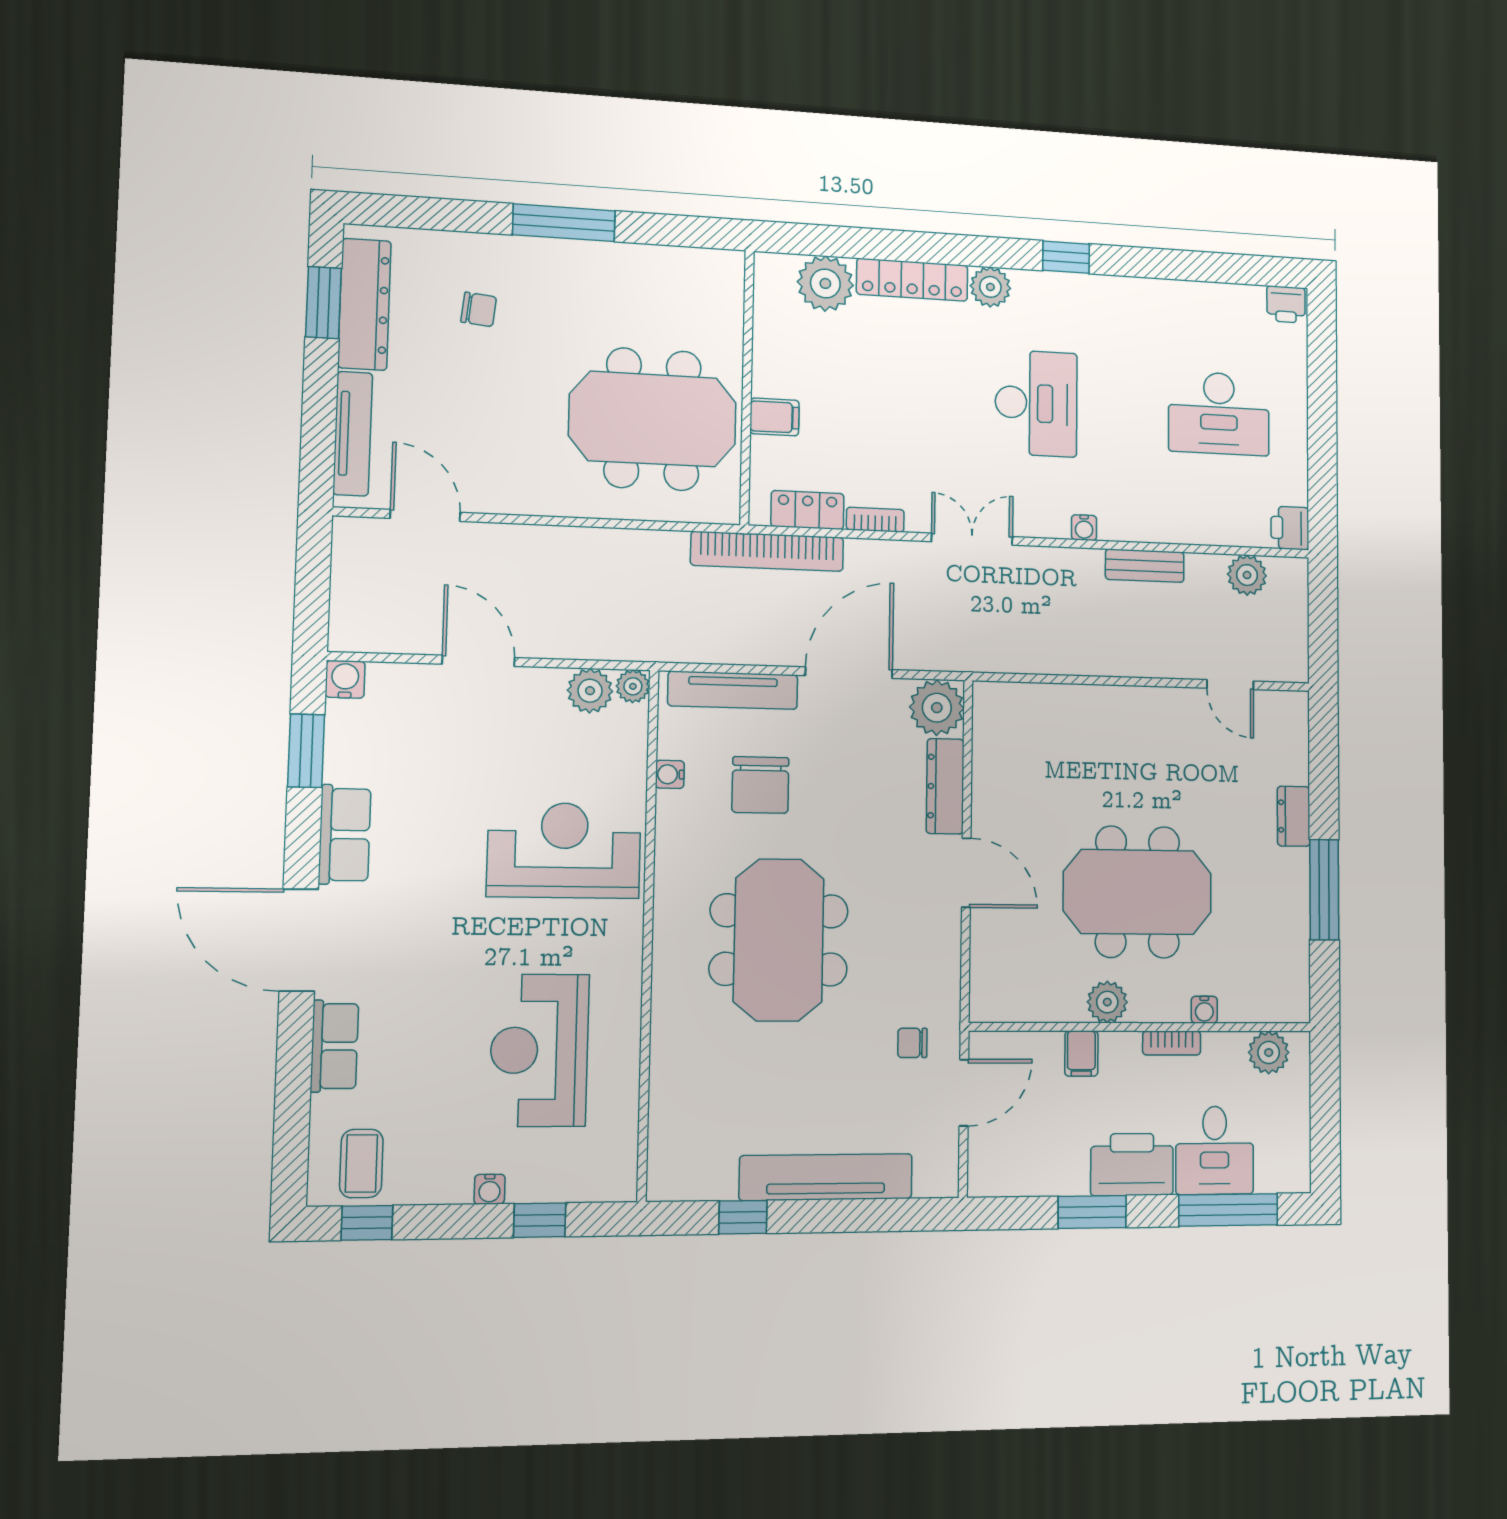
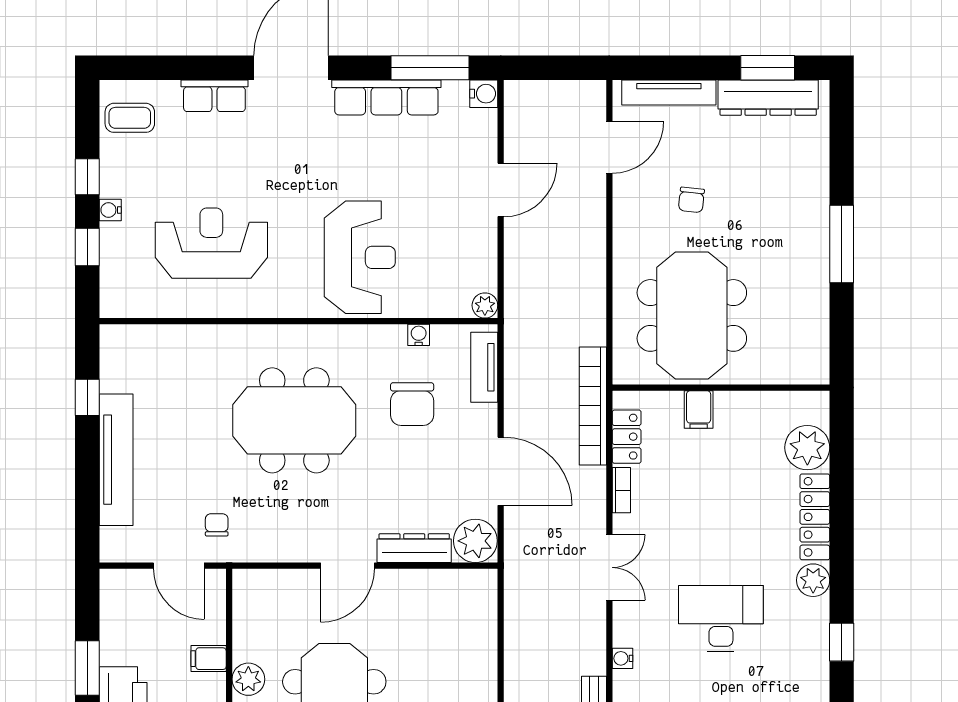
chair: (479, 309) -> (691, 200), moved
desk: (1036, 403) -> (721, 618), turned 180
tv unit: (733, 690) -> (484, 367), width x0.71
plant: (590, 691) -> (481, 273), removed
window: (306, 751) -> (430, 68), width x1.44
chair: (760, 785) -> (412, 404), turned -90
row of seats: (345, 835) -> (386, 97), width x1.48
window: (367, 1223) -> (87, 177), moved

